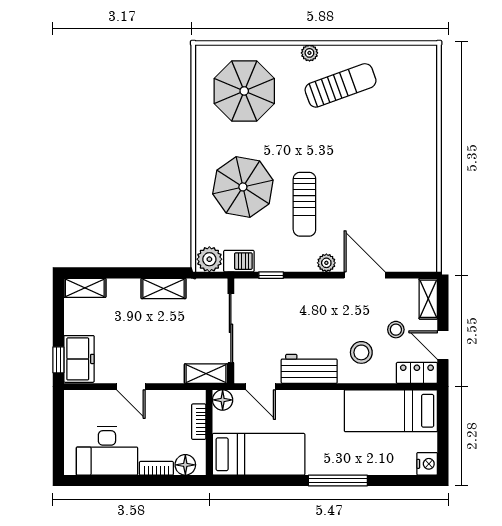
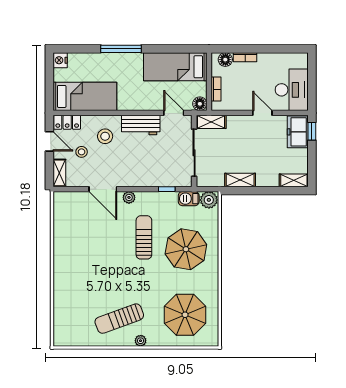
desk: (107, 451) -> (292, 90), moved, turned 90

